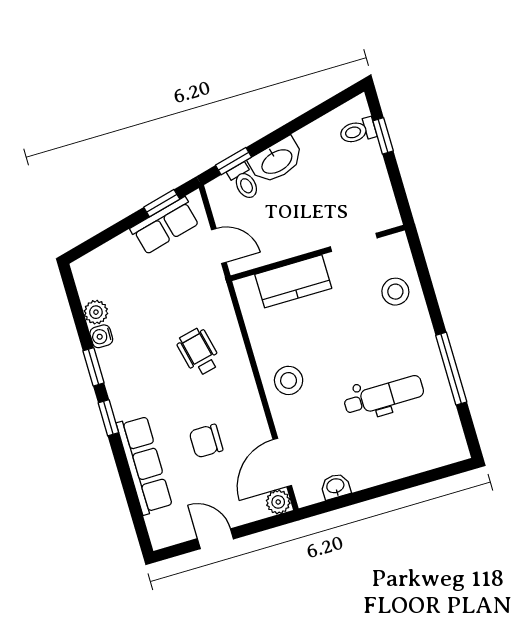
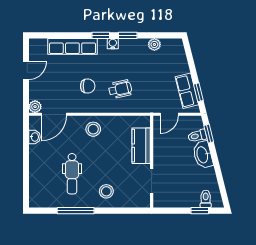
stool: (395, 292) -> (106, 191), moved
water cooler: (101, 336) -> (113, 44), moved
chair: (206, 441) -> (88, 86), moved, turned 90
door: (282, 462) -> (54, 114), swing flipped

